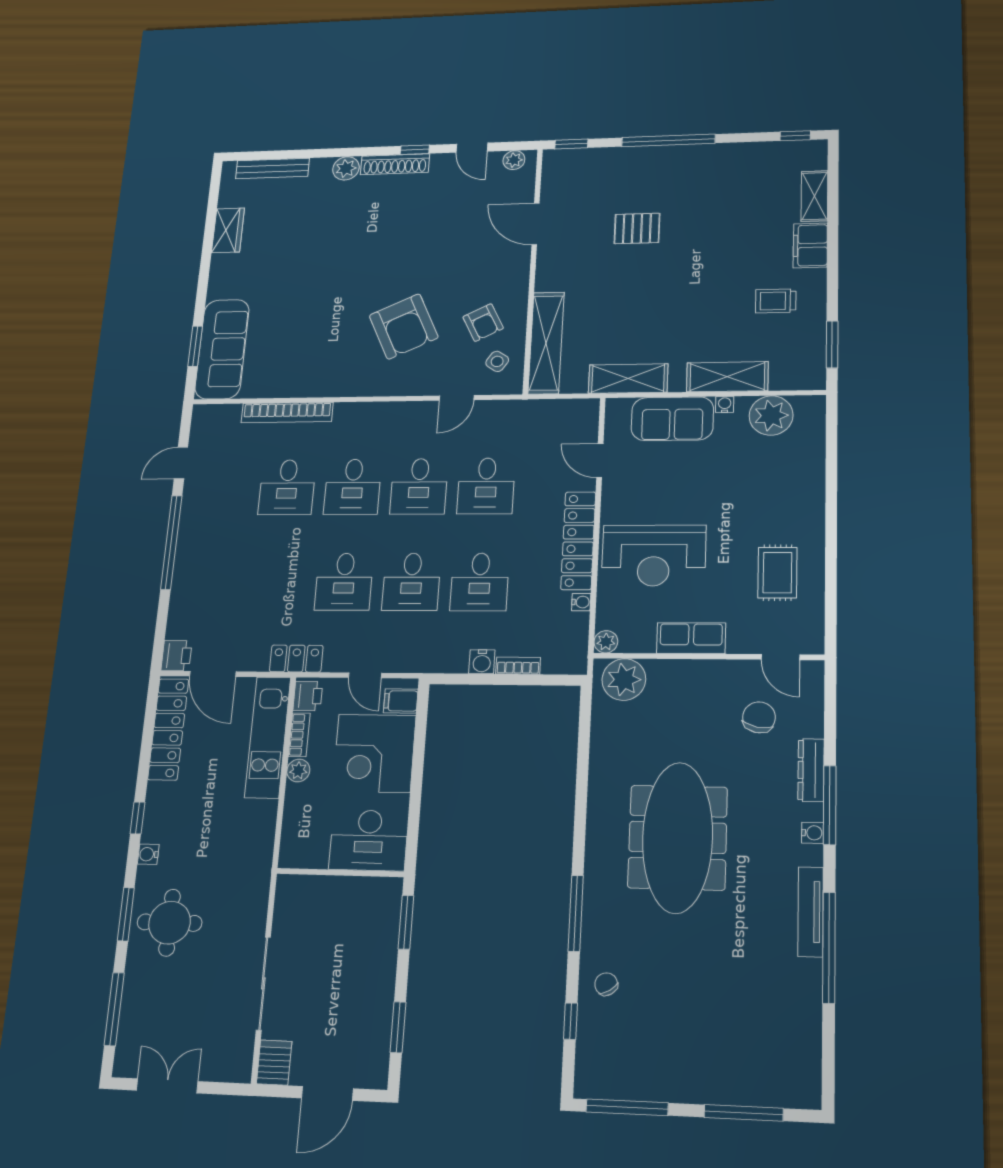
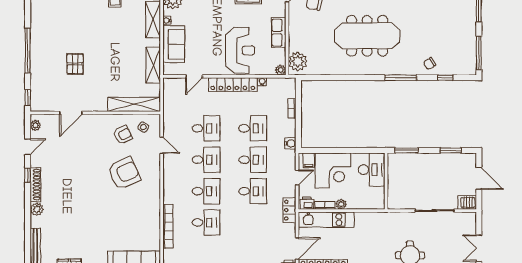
water cooler: (482, 662) -> (290, 143), moved

